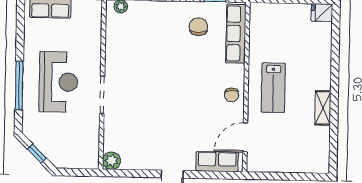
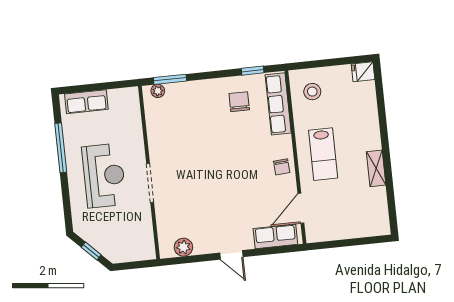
stool: (270, 26) -> (312, 92), added
window: (19, 85) -> (61, 148), moved
plant: (112, 161) -> (183, 247), moved

